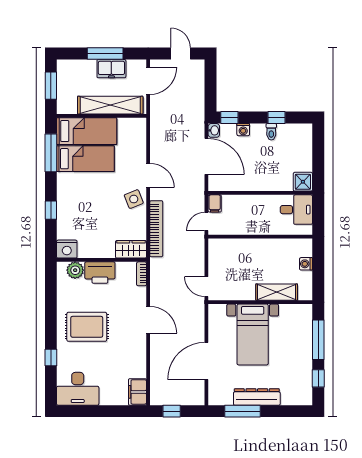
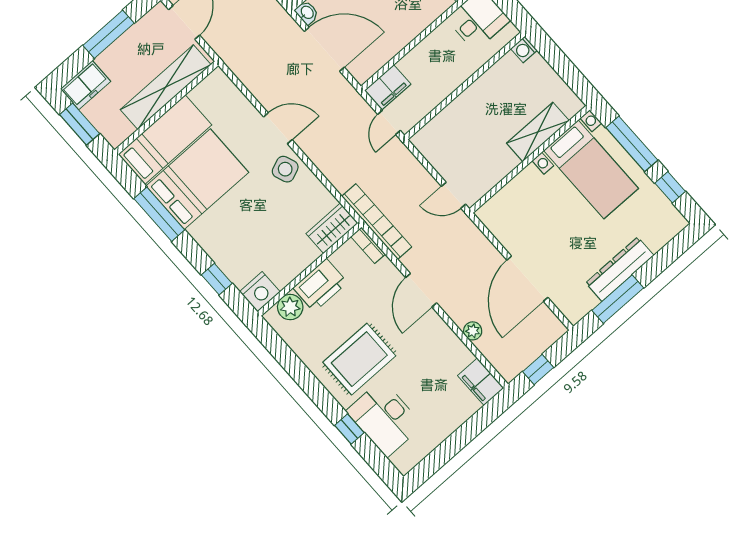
freezer: (111, 69) -> (85, 85), moved
window: (51, 153) -> (159, 214), moved
bed: (85, 159) -> (197, 179), width x1.50
filing cabinet: (215, 203) -> (388, 87), width x2.00
window: (51, 210) -> (217, 279), moved
bookcase: (156, 229) -> (377, 222), moved
washing machine: (306, 264) -> (524, 49), moved
door: (148, 320) -> (421, 290), swing flipped
bed with nightstands: (253, 334) -> (591, 169), moved
plant: (156, 363) -> (473, 331), added
desk: (78, 389) -> (385, 418), moved, turned 90

